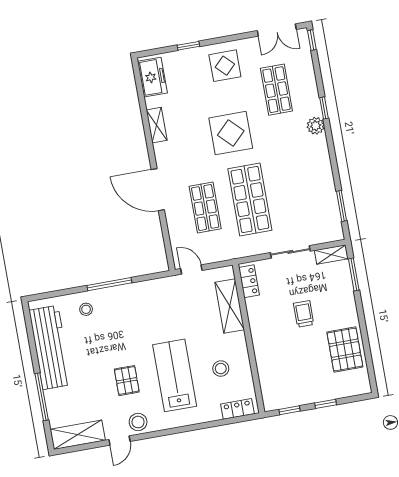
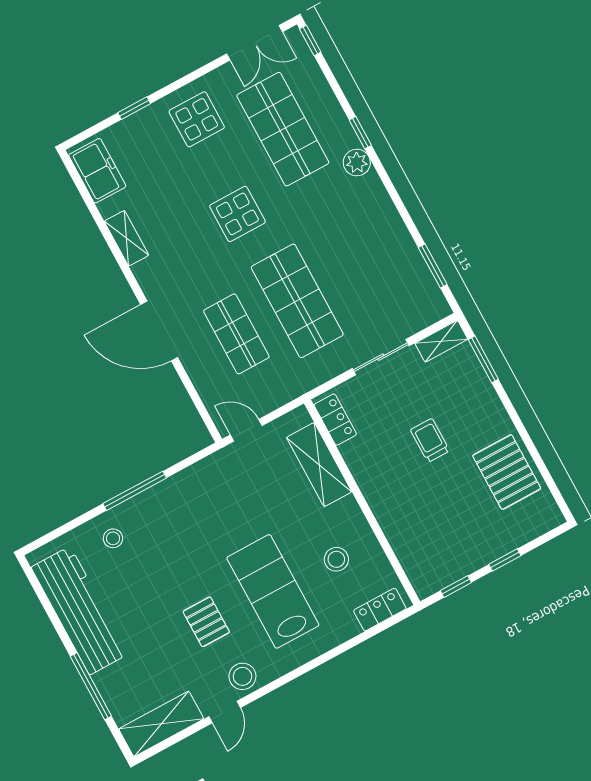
shop shelf: (276, 90) -> (283, 129), width x1.43, depth x1.36
display table: (231, 133) -> (237, 214), width x0.73, depth x0.73

